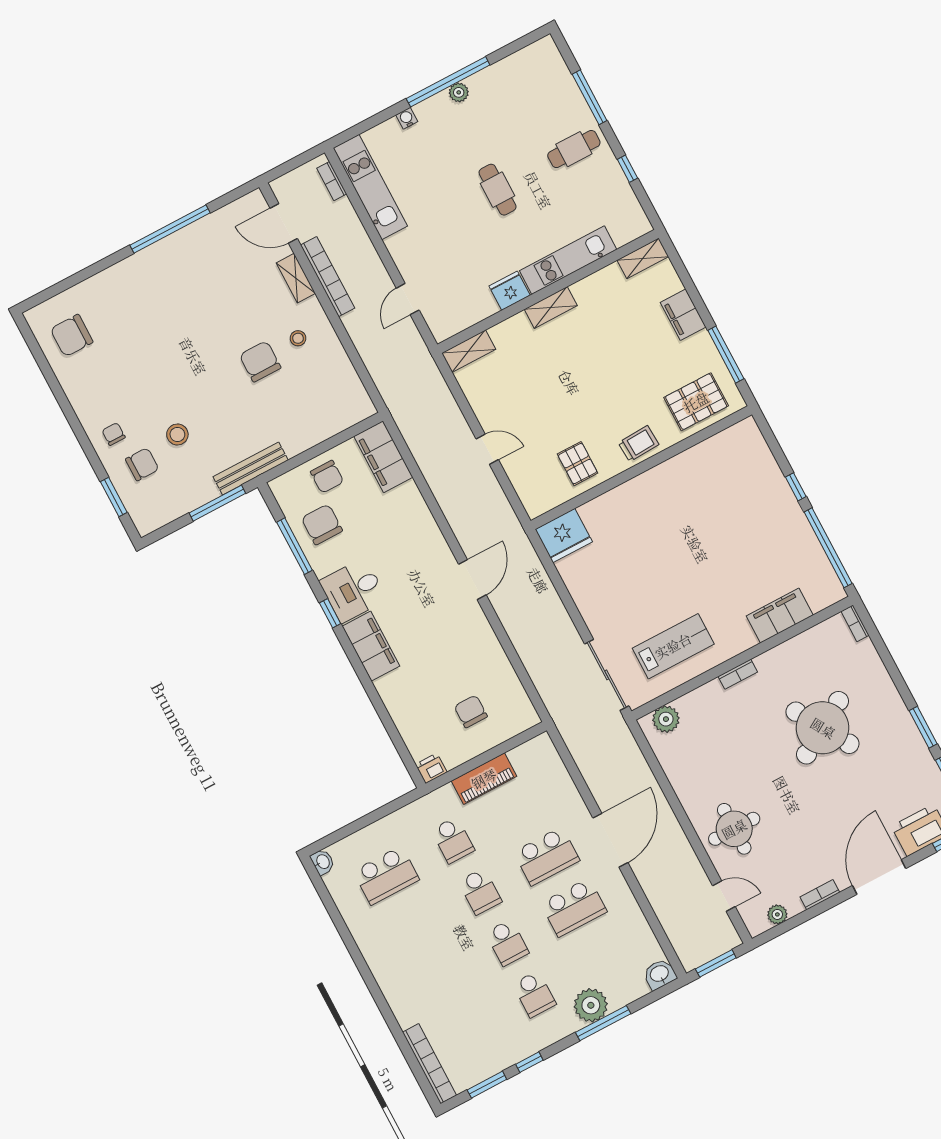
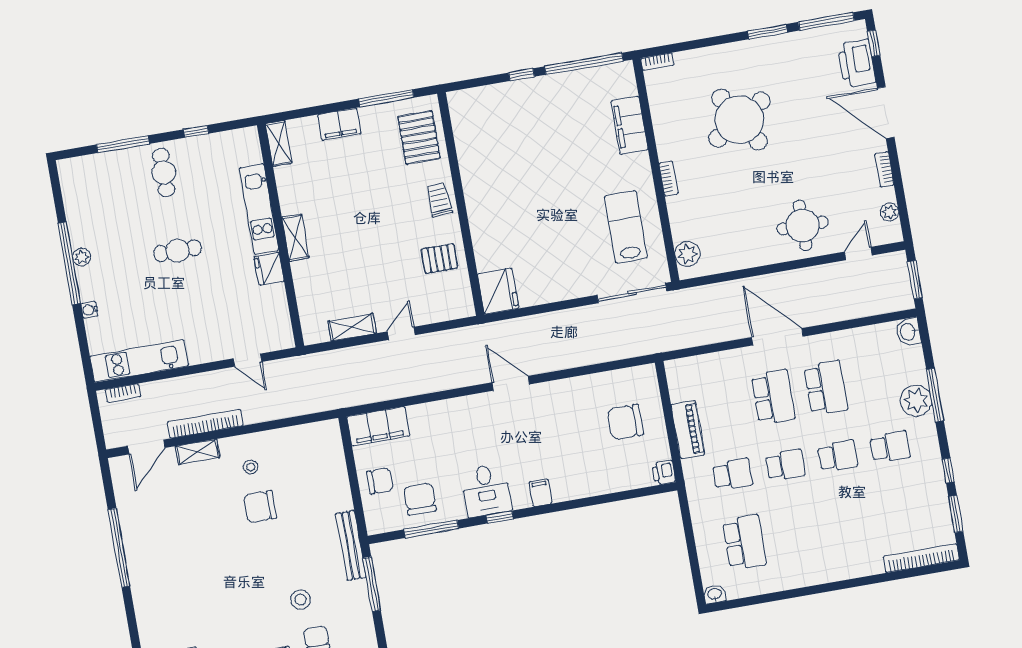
shelving: (469, 351) -> (352, 327), moved, turned 90
chair: (322, 524) -> (420, 499), turned 90
filing cabinet: (371, 646) -> (540, 493), width x0.33, depth x0.86
chair: (471, 711) -> (625, 422), width x1.37, depth x1.37

